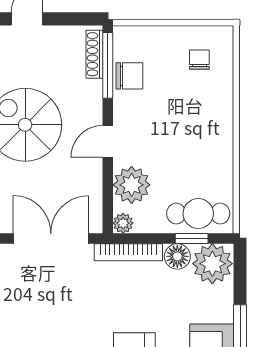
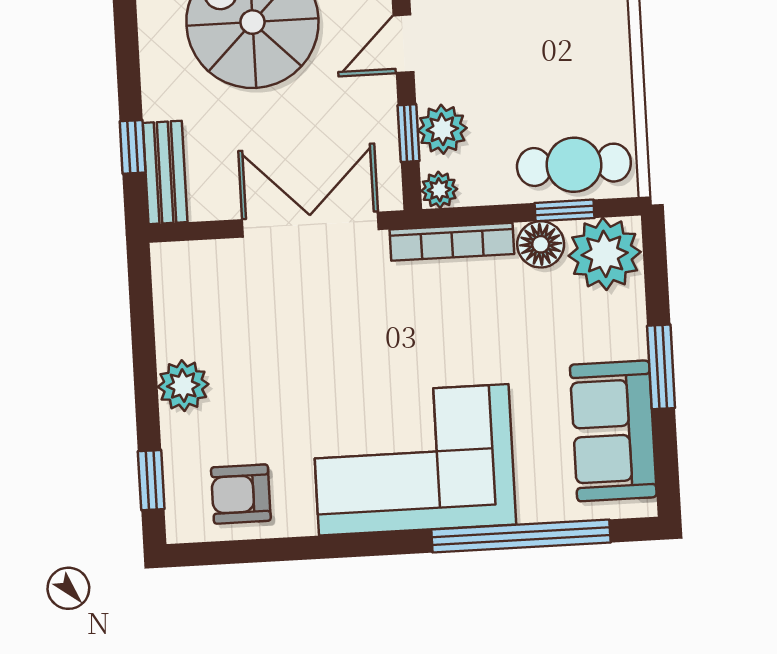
plant: (132, 185) -> (442, 129), width x0.73, depth x0.73
window: (108, 191) -> (408, 133), added

